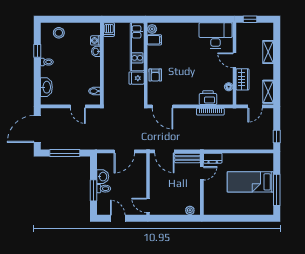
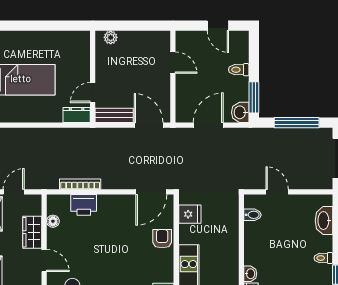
fridge: (137, 78) -> (190, 214), moved
door: (163, 106) -> (151, 192), swing flipped
washbasin: (103, 177) -> (240, 112), moved
window: (93, 190) -> (254, 97), moved
door: (148, 205) -> (173, 63), moved

